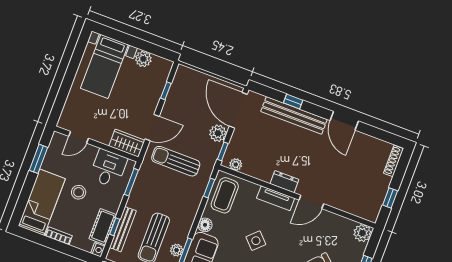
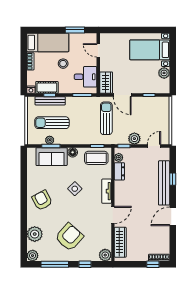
door: (238, 110) -> (154, 146), width x0.53
dresser: (284, 182) -> (119, 171), moved
window: (390, 198) -> (153, 264), moved
door: (311, 202) -> (113, 215), swing flipped
wardrobe: (353, 206) -> (120, 242), added

